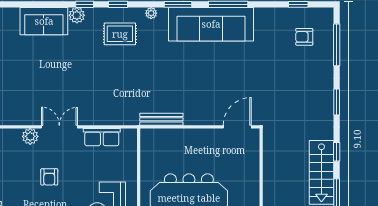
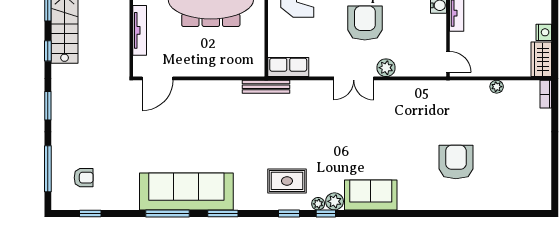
plant: (151, 13) -> (318, 204), moved
bench: (161, 119) -> (266, 87), moved
row of seats: (102, 137) -> (288, 67), moved
tv unit: (253, 170) -> (140, 30), added
armchair: (49, 177) -> (365, 23), width x1.88, depth x1.88

